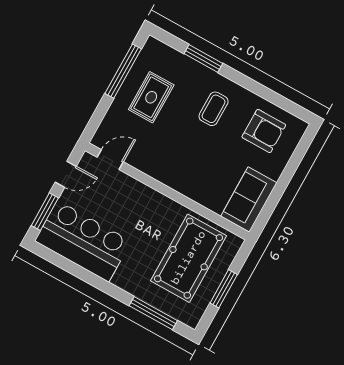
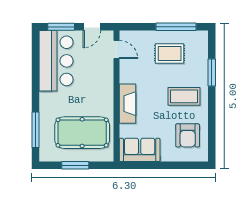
coffee table: (214, 109) -> (184, 96), width x1.36, depth x1.30
door: (66, 174) -> (92, 27), hinge flipped
fireplace: (184, 183) -> (127, 104), added

